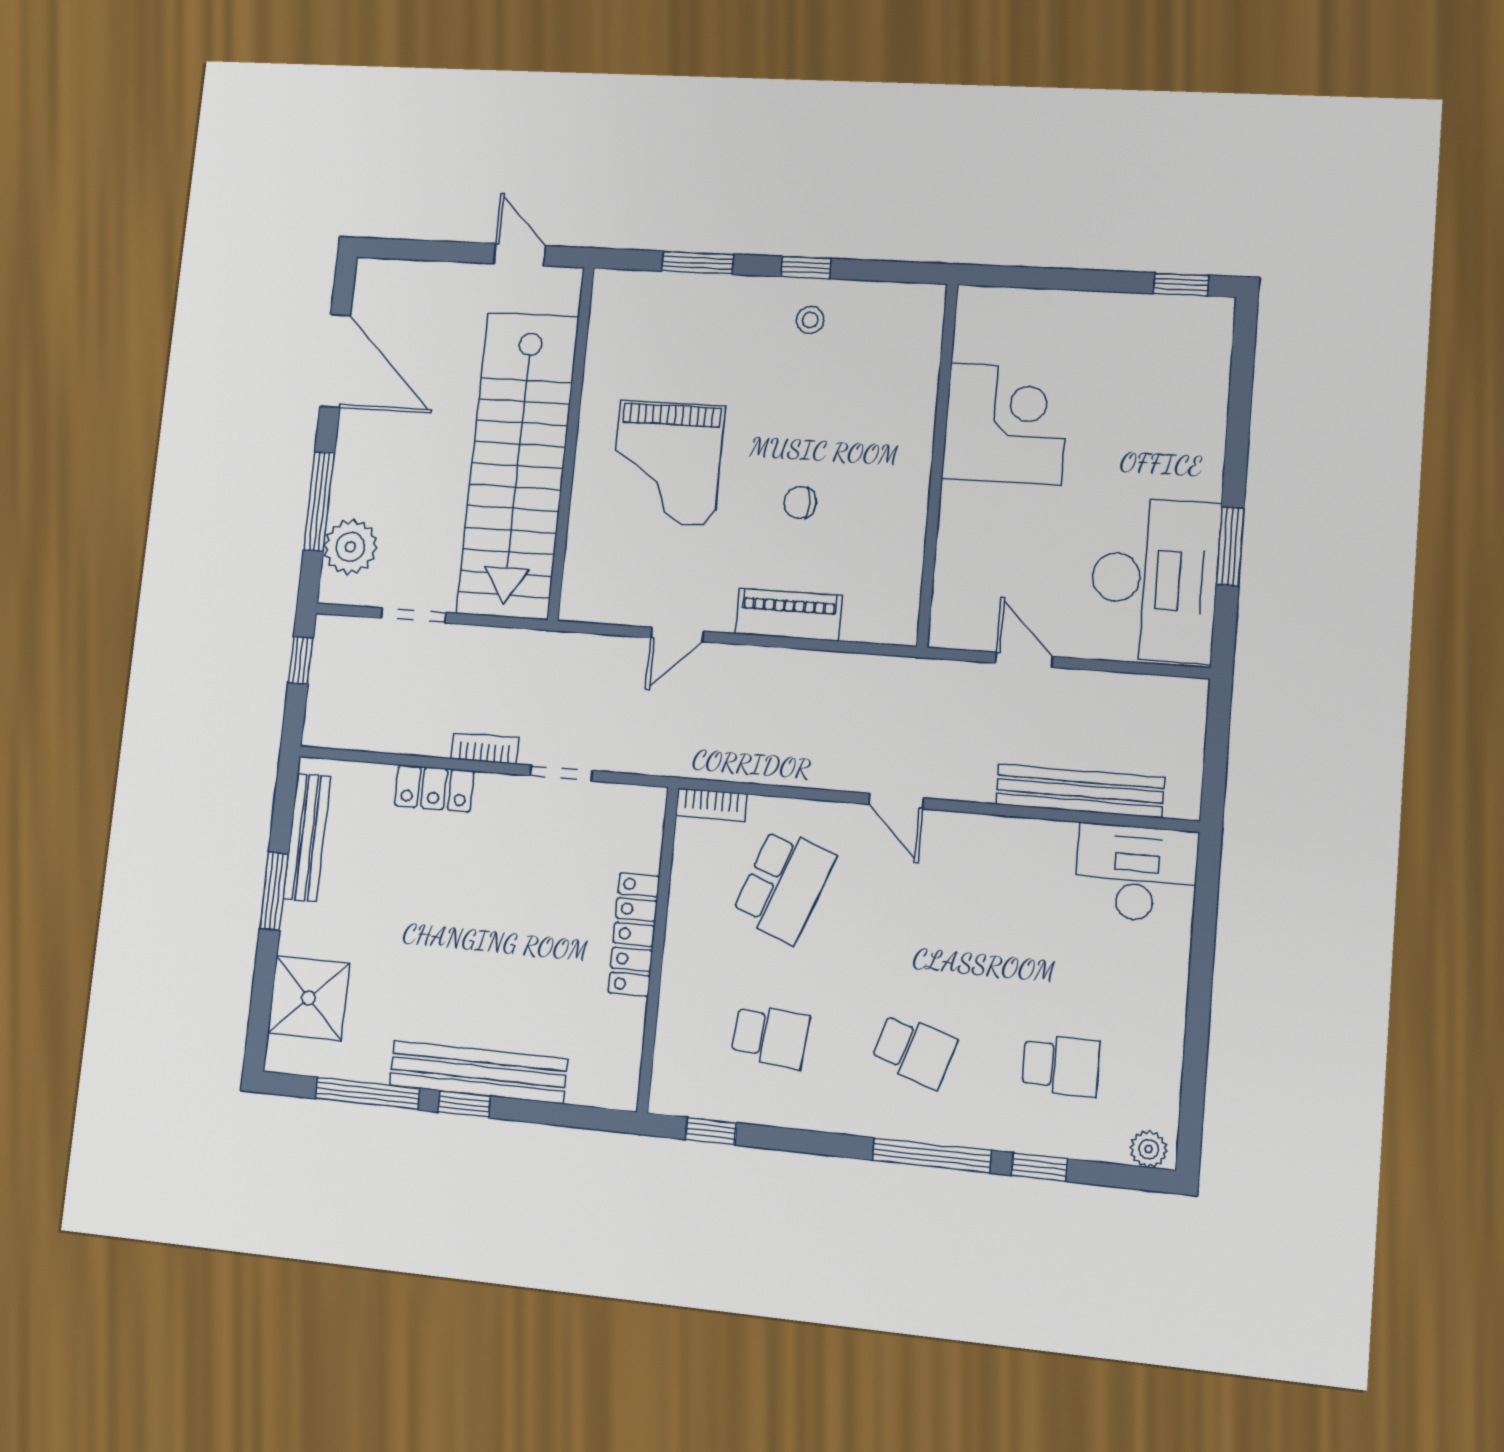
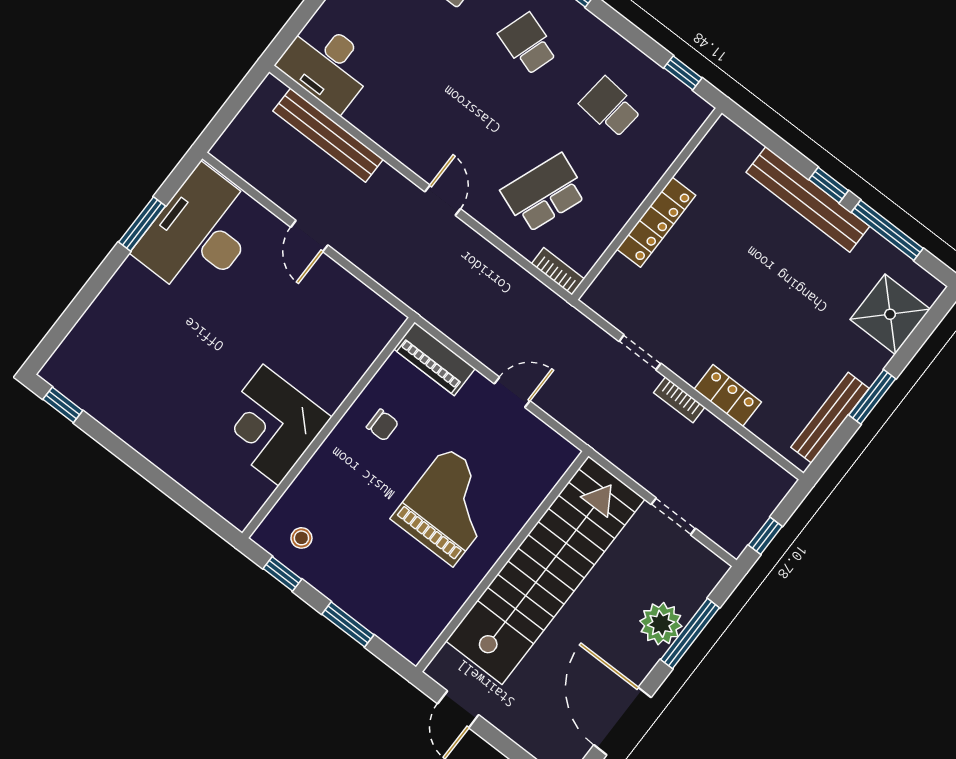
corner desk: (1005, 424) -> (271, 425), moved
wall: (937, 464) -> (328, 428), moved
plant: (350, 547) -> (661, 624), moved

